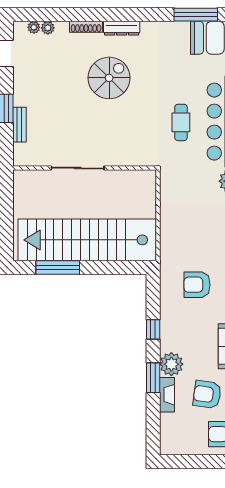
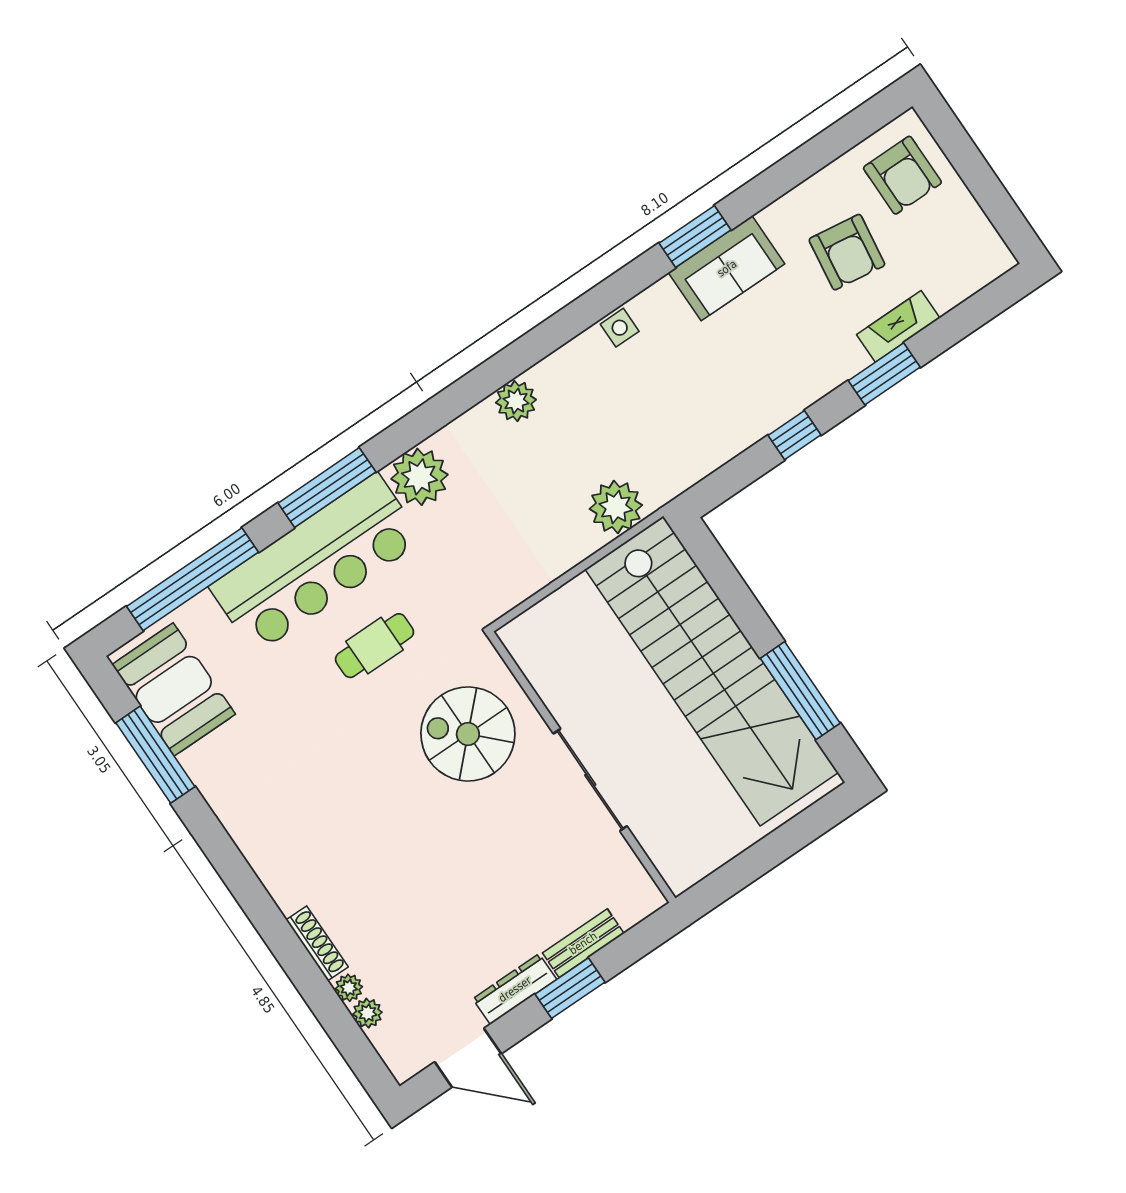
plant: (34, 27) -> (349, 988), moved
dresser: (122, 28) -> (515, 989), moved, turned -90
spiral stairs: (109, 78) -> (468, 734), moved
armchair: (197, 285) -> (656, 410), removed
plant: (171, 364) -> (616, 507), moved

